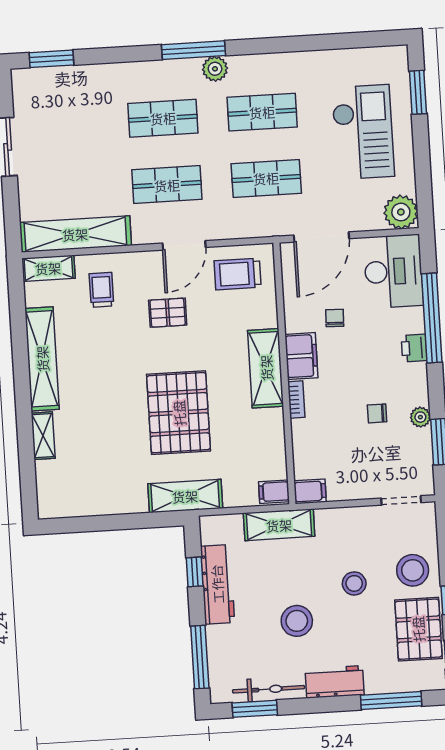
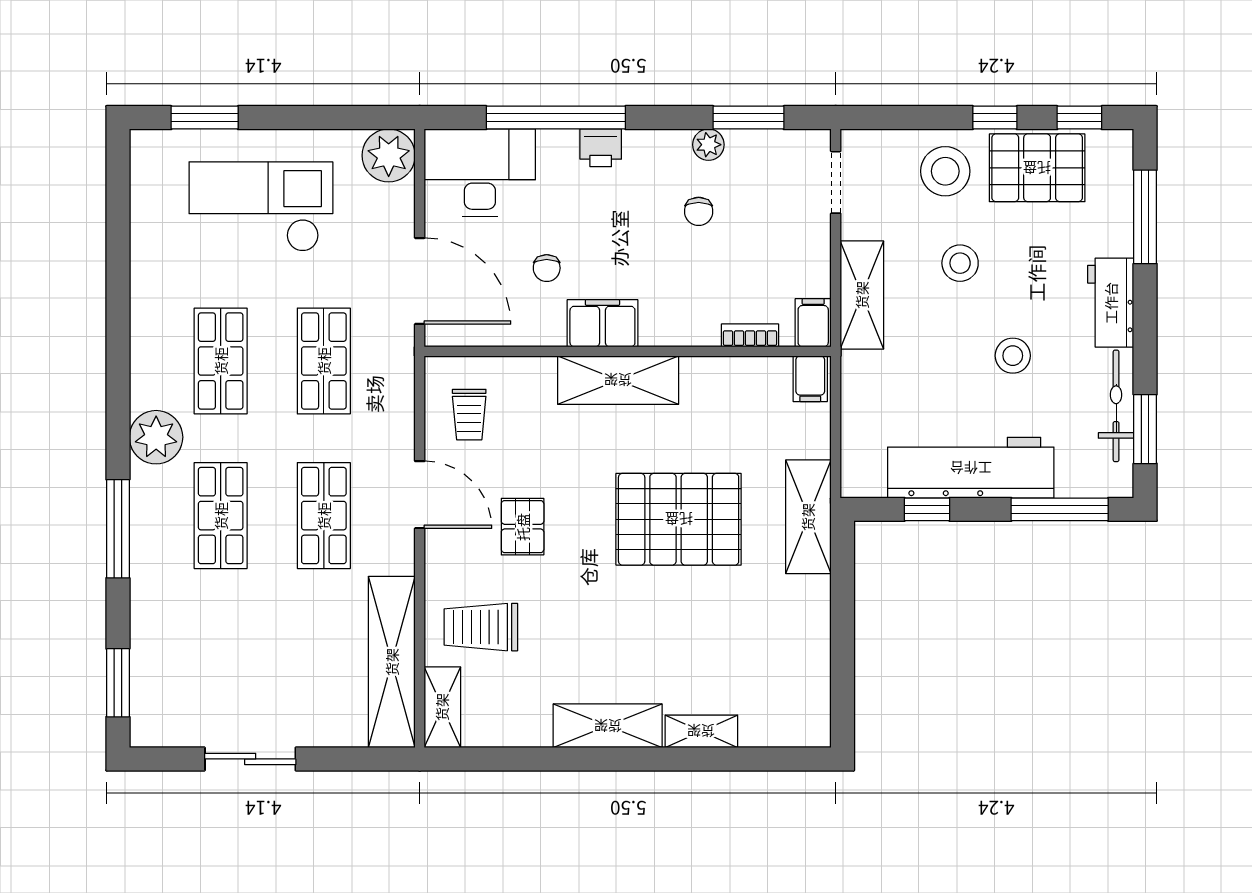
window: (193, 50) -> (118, 529), moved
plant: (215, 69) -> (156, 437), width x1.36, depth x1.36
trolley: (238, 274) -> (469, 415), width x0.73, depth x0.72
trolley: (101, 290) -> (481, 627), width x1.36, depth x1.39
chair: (335, 318) -> (547, 268), turned -92
shelving: (42, 359) -> (608, 726), width x0.68
bookcase: (296, 400) -> (750, 335), moved
shelving: (279, 525) -> (862, 295), moved
workbench: (217, 584) -> (971, 468), width x1.36, depth x1.32
stool: (297, 621) -> (1013, 356), width x0.73, depth x0.73

